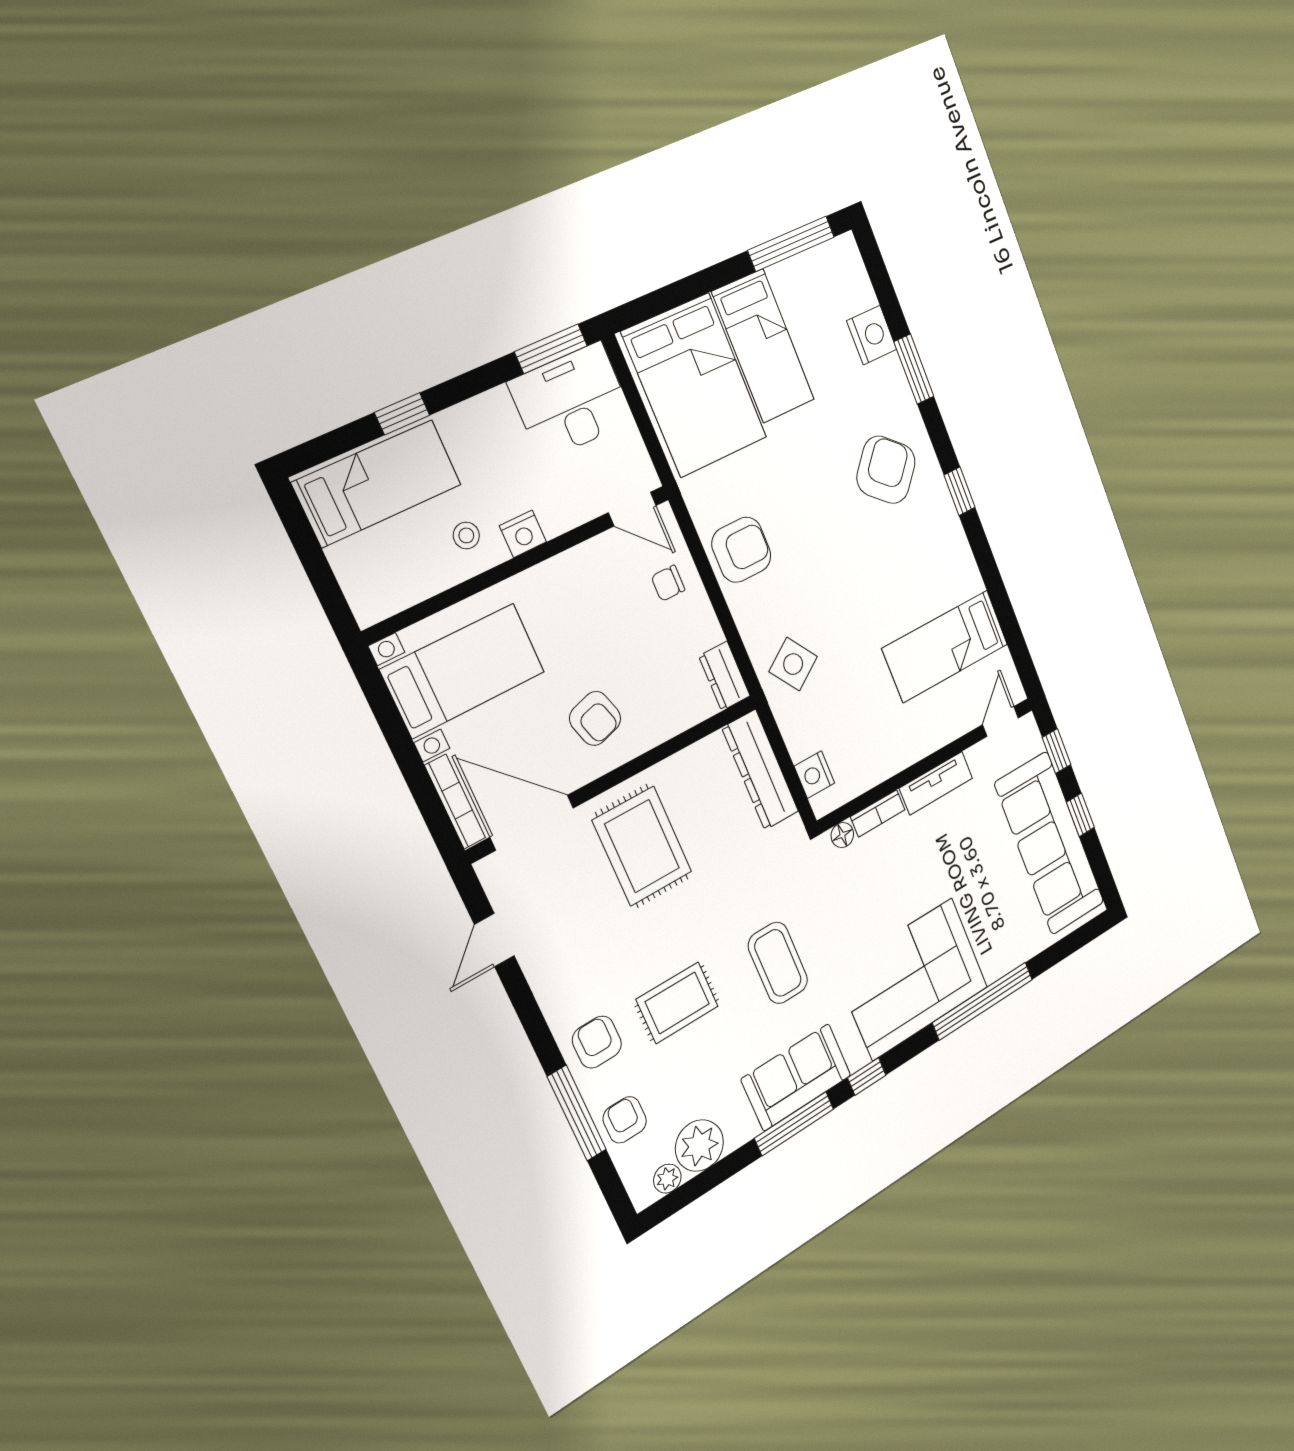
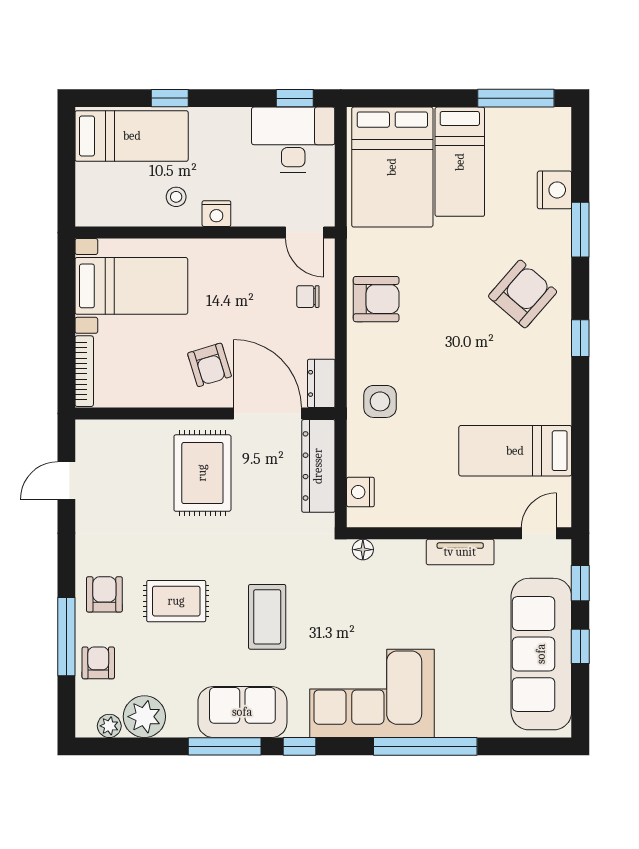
window: (551, 349) -> (295, 98), width x0.67
side table: (793, 664) -> (380, 401), turned 35
bookcase: (878, 813) -> (400, 549), removed
door: (532, 823) -> (268, 414), moved

